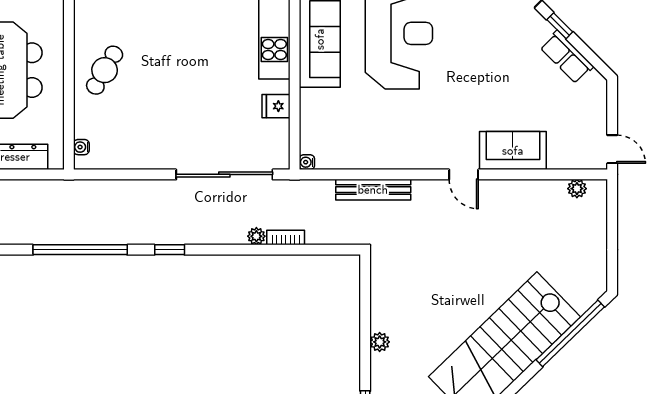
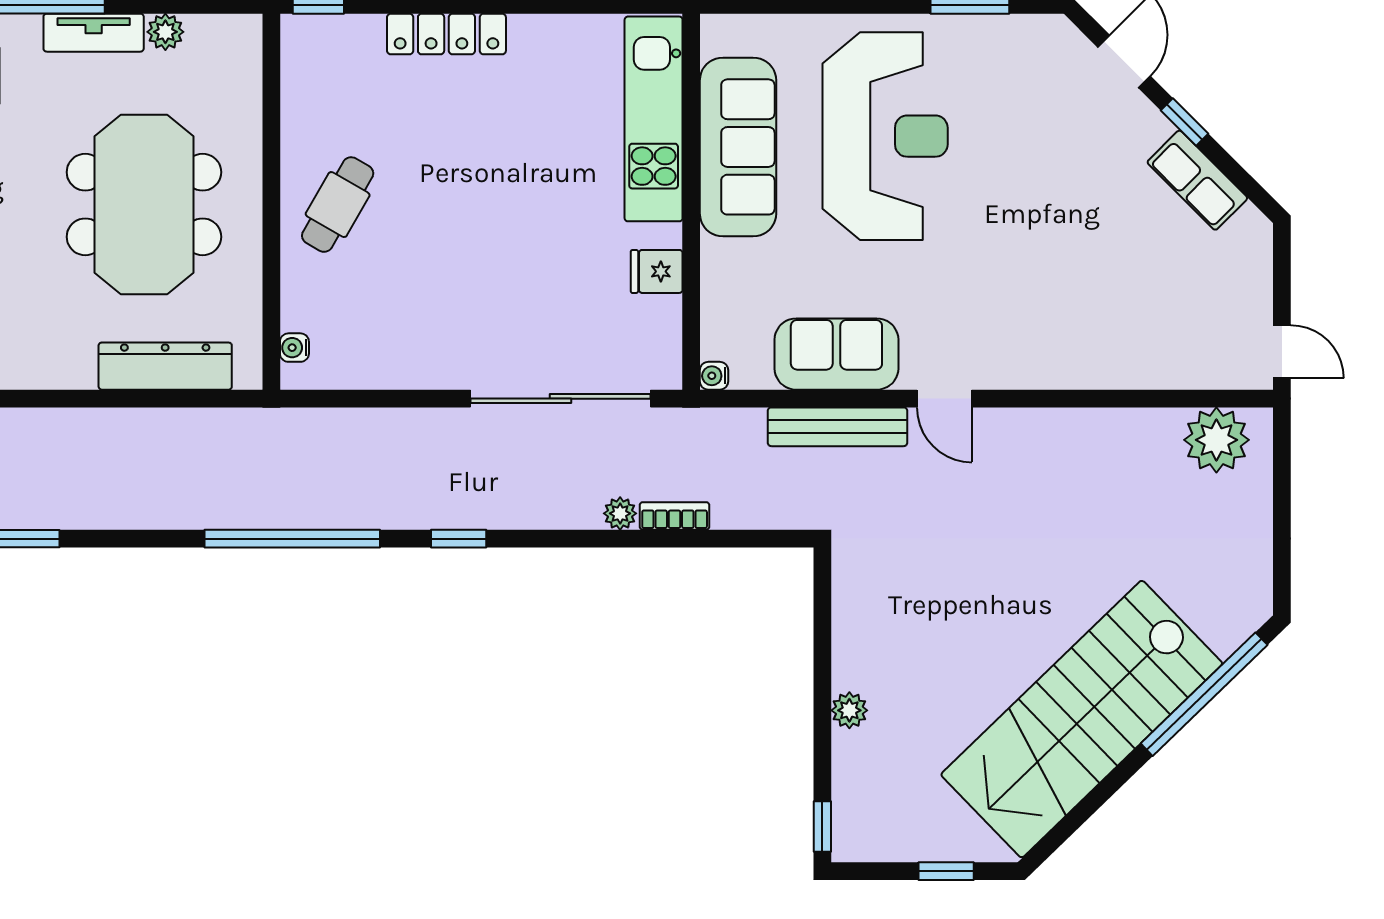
sofa: (513, 151) -> (836, 354), moved
door: (464, 174) -> (944, 399), moved
plant: (577, 189) -> (1216, 440), width x1.88, depth x1.88

